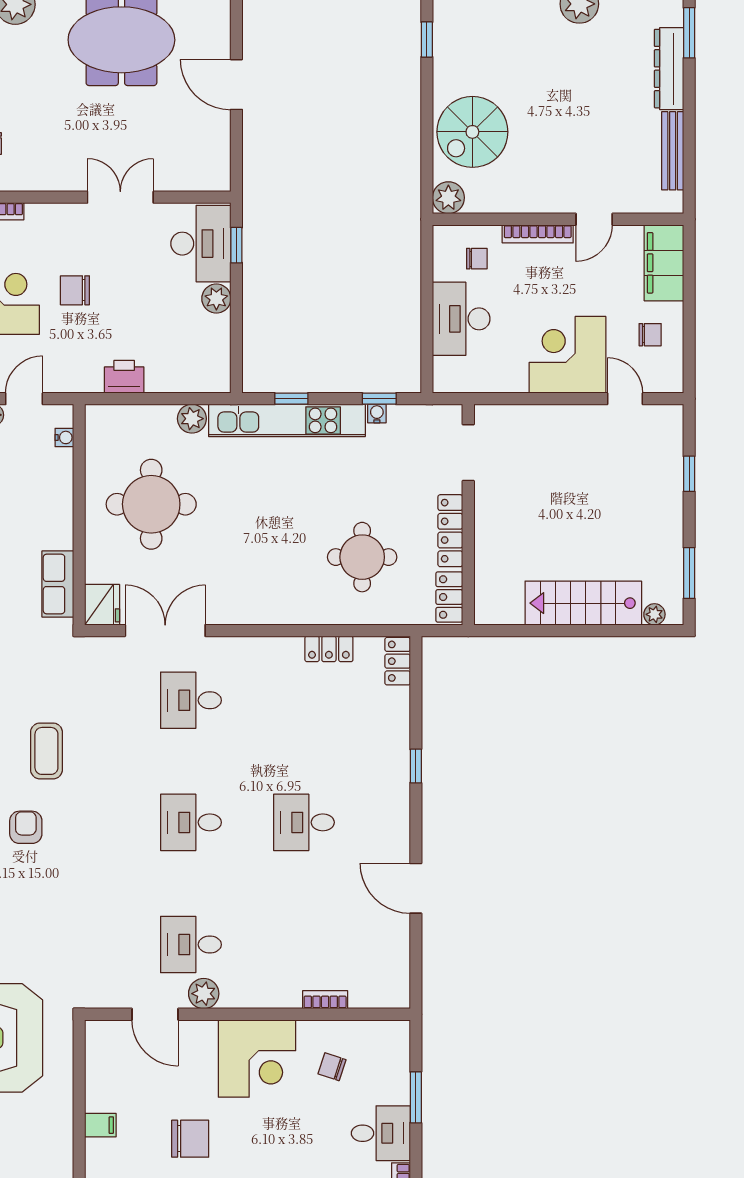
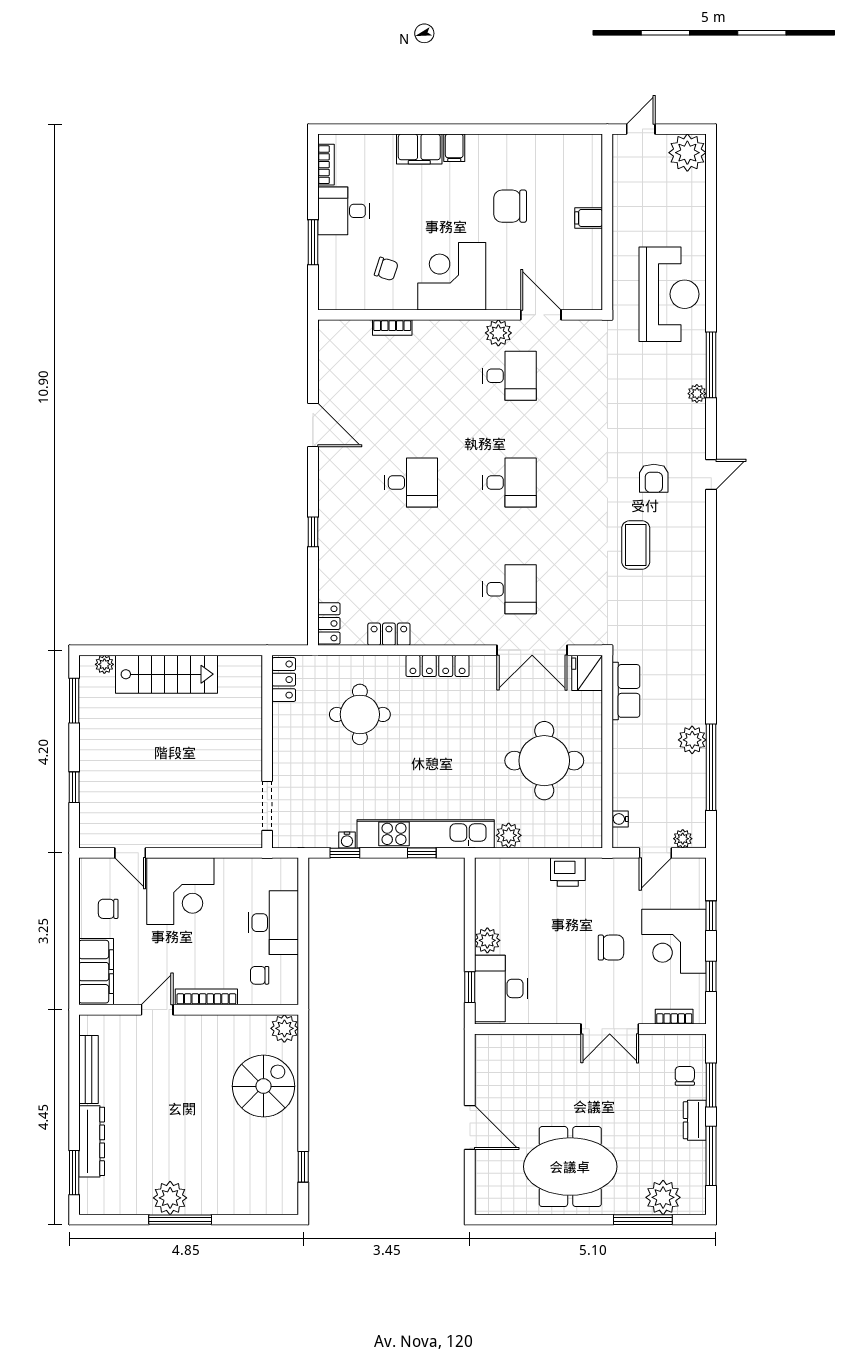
double door: (120, 197) -> (610, 1029), moved
locker: (450, 531) -> (438, 666), moved, turned 90

